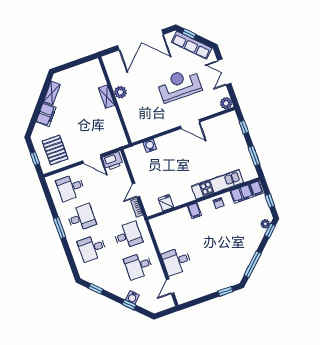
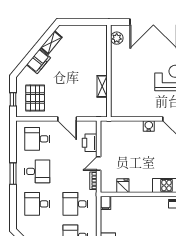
plant: (120, 92) -> (117, 38), moved
shelving: (107, 97) -> (102, 86), moved
water cooler: (150, 146) -> (149, 126), moved
printer: (113, 161) -> (90, 143), moved, turned 90
filing cabinet: (194, 211) -> (106, 203), moved
desk: (128, 235) -> (76, 204), turned 180

